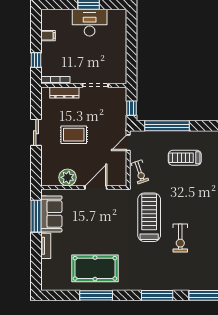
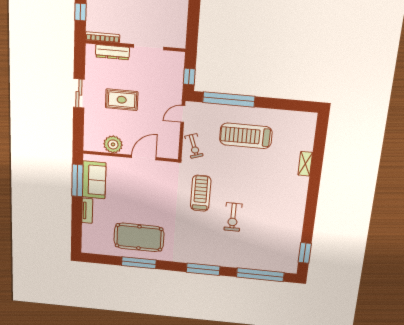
treadmill: (185, 158) -> (246, 136), width x1.37, depth x1.38
treadmill: (149, 217) -> (201, 193), width x0.73, depth x0.73

